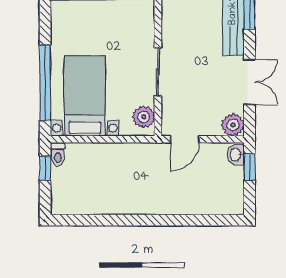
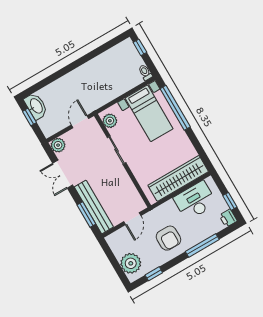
washbasin: (236, 155) -> (36, 106), moved, width x1.91, depth x1.45
window: (249, 167) -> (29, 117), moved
window: (45, 168) -> (140, 47), moved

